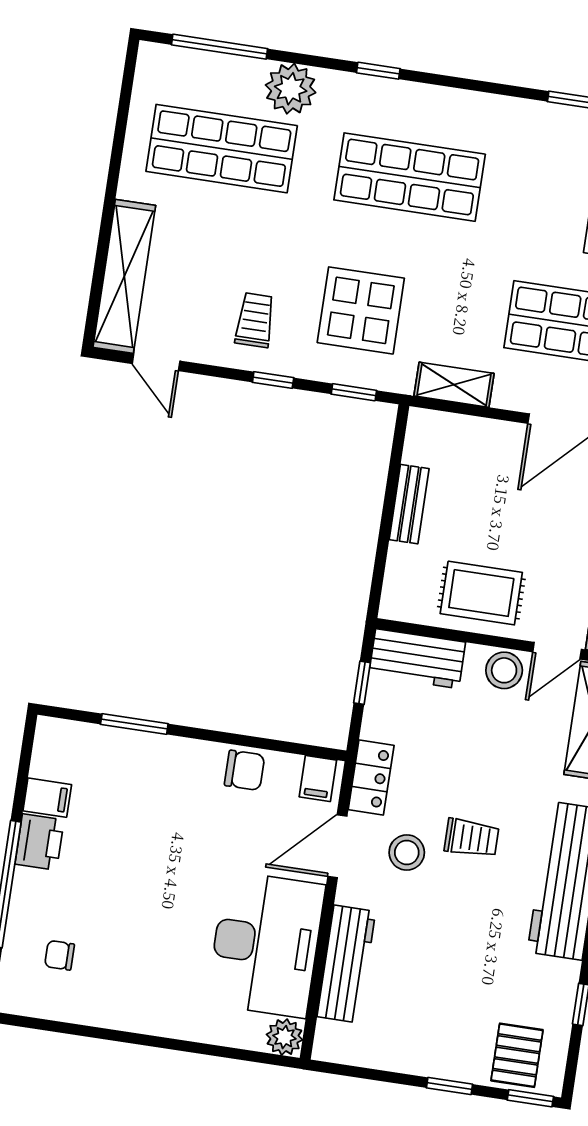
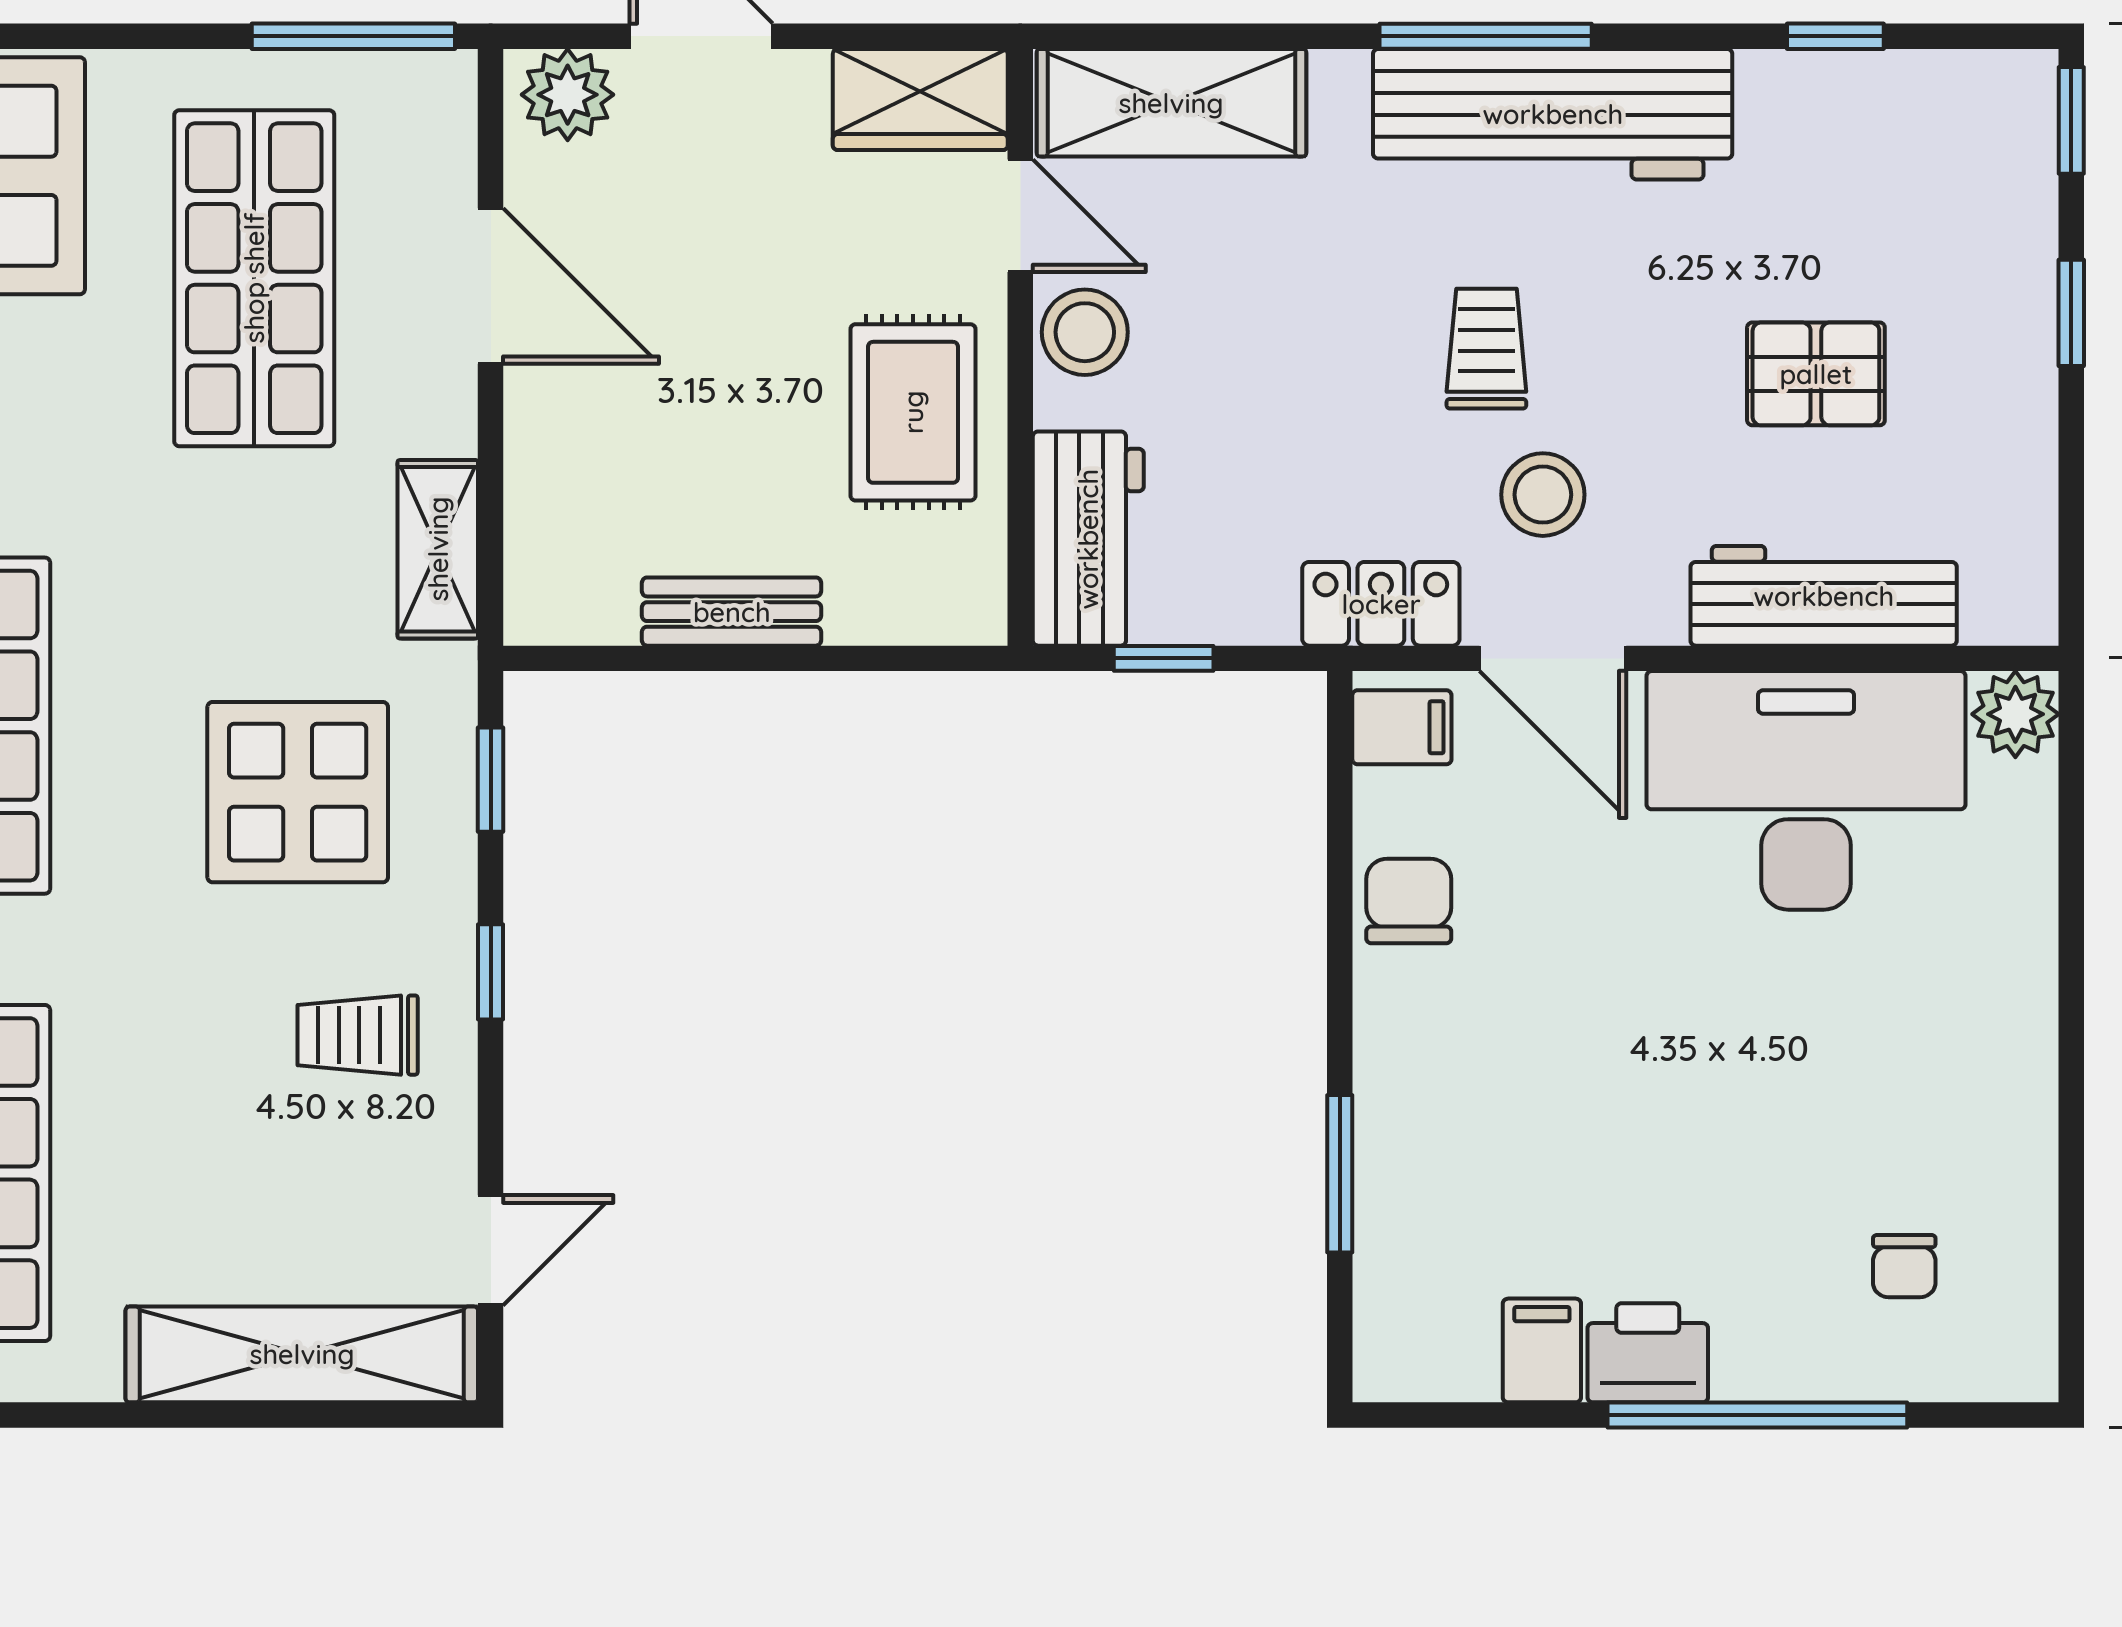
pallet: (517, 1055) -> (1816, 374), moved

